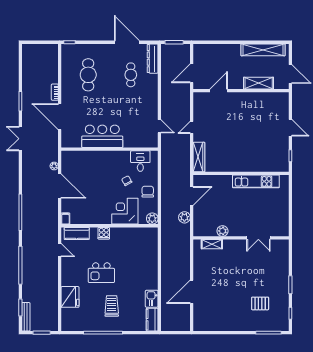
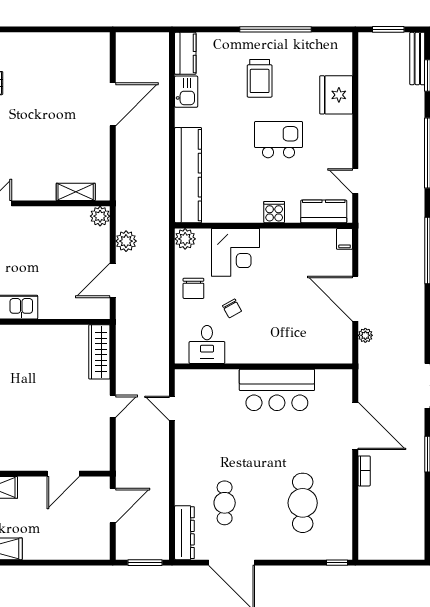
plant: (222, 231) -> (100, 216), moved
kitchen counter: (151, 253) -> (188, 175), added

